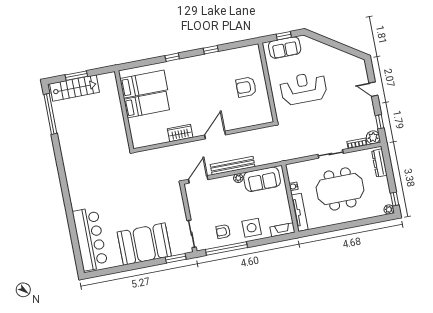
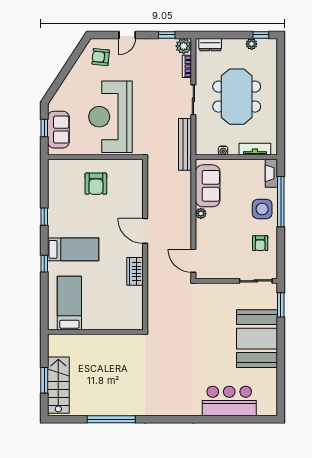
armchair: (351, 71) -> (101, 57), added
reception desk: (303, 88) -> (110, 117), width x1.36, depth x1.30
bed: (147, 105) -> (73, 249), moved, turned 90
window: (50, 114) -> (111, 419), moved
dresser: (379, 163) -> (210, 45), width x0.70
bench: (233, 166) -> (185, 144), moved
plant: (389, 210) -> (252, 44), moved
tv unit: (300, 212) -> (255, 149), width x0.71
bar counter: (90, 239) -> (229, 401), width x0.73
window: (226, 248) -> (281, 202), moved

